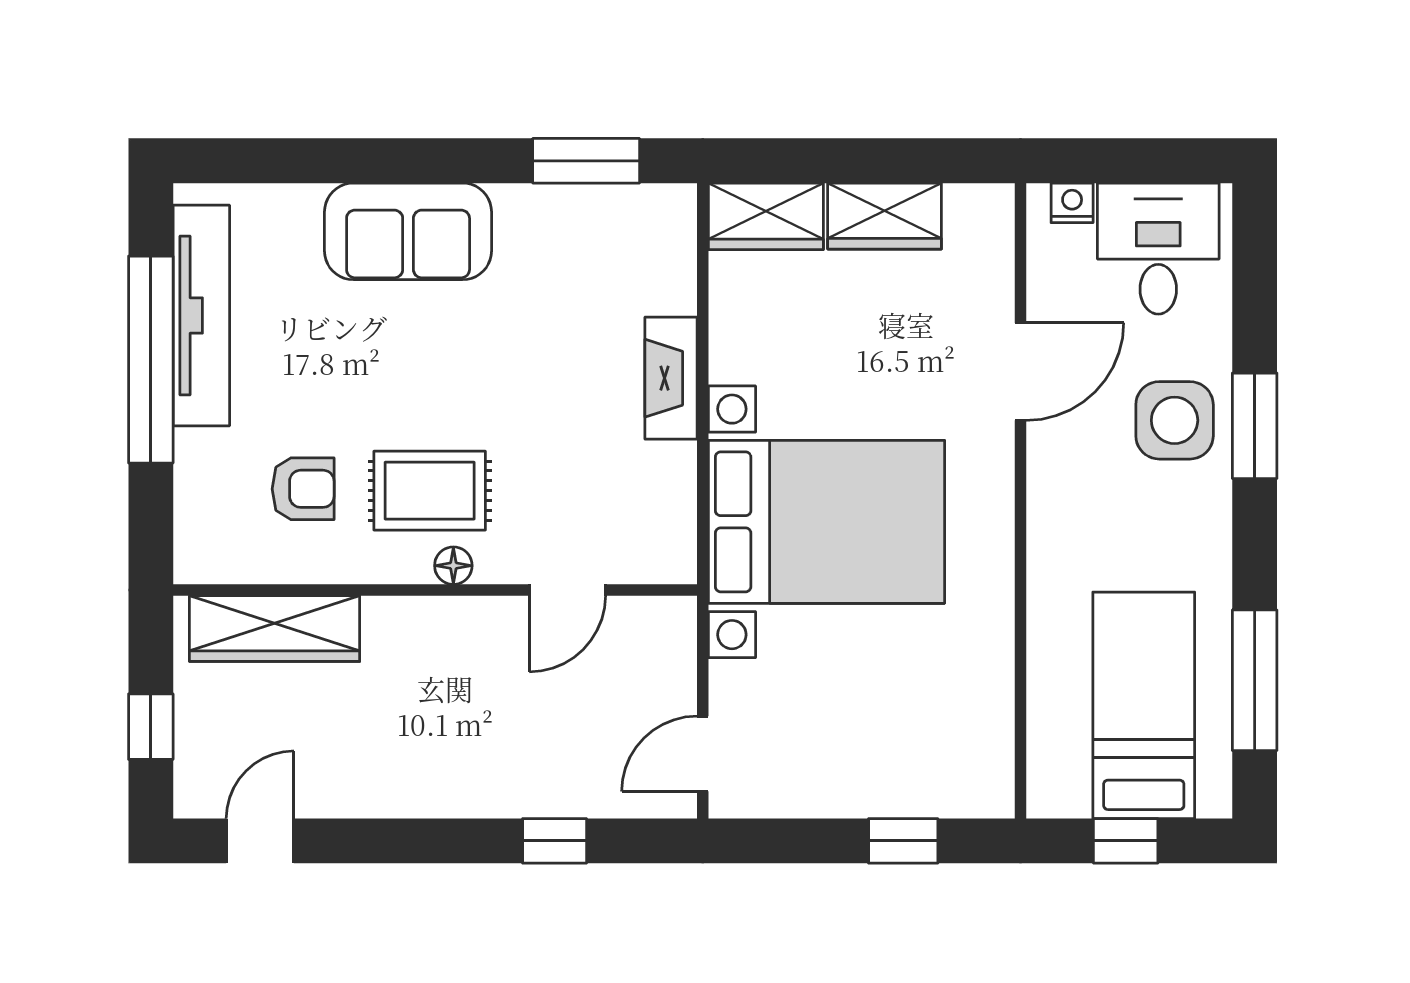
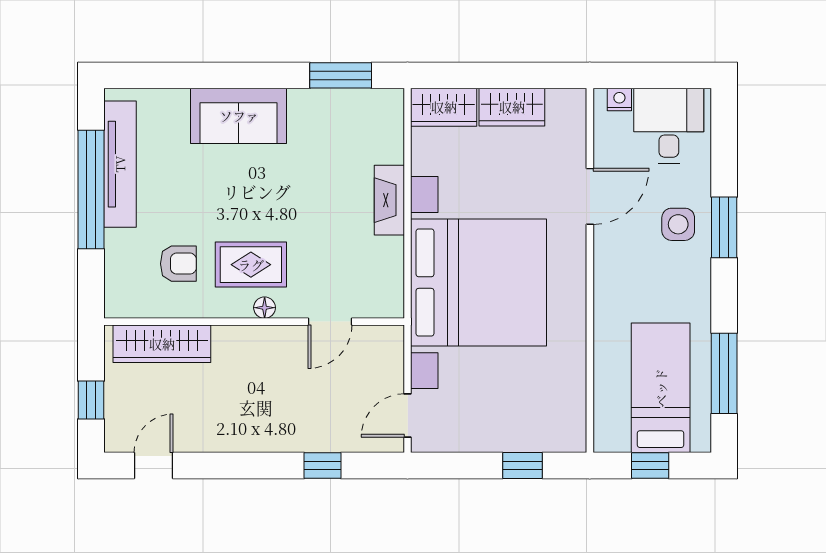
side table: (1175, 420) -> (678, 224), width x0.73, depth x0.73
bed with nightstands: (826, 522) -> (479, 283), width x1.36

